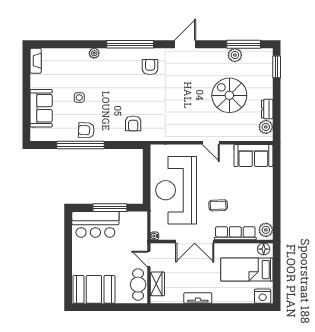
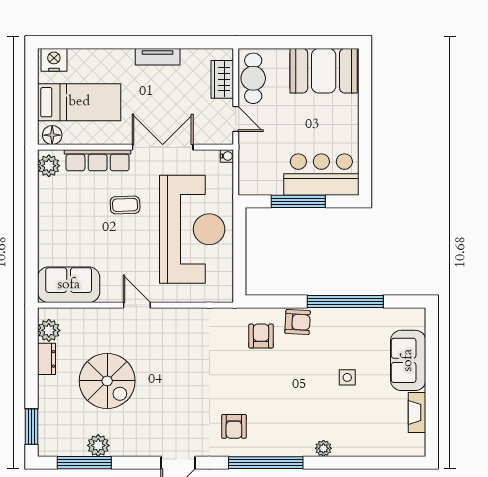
fireplace: (36, 61) -> (417, 412), moved
armchair: (86, 130) -> (298, 322), moved

